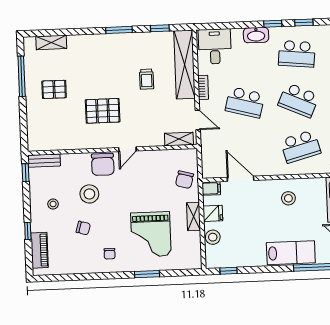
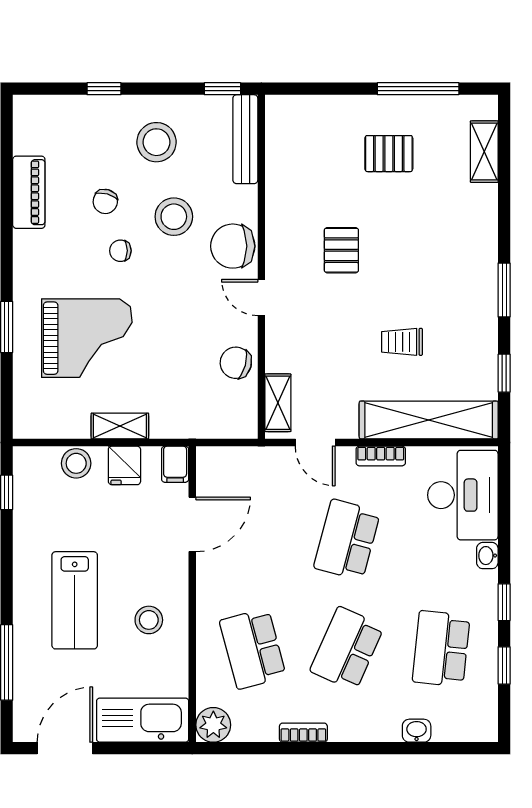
washbasin: (256, 35) -> (487, 556), width x0.52, depth x0.69
desk: (215, 46) -> (463, 495), width x1.37
pallet: (54, 89) -> (389, 154), turned 90
pallet: (103, 111) -> (341, 250), width x0.67, depth x0.71
door: (198, 120) -> (315, 443), hinge flipped
bench: (44, 161) -> (245, 139), width x1.36
chair: (184, 180) -> (236, 363), moved
stool: (53, 204) -> (156, 142), width x1.89, depth x1.89
grand piano: (151, 234) -> (87, 338), turned 180
piano: (40, 250) -> (29, 192), moved, turned -90
lab bench: (291, 253) -> (75, 600), moved
chair: (110, 254) -> (120, 251), moved

